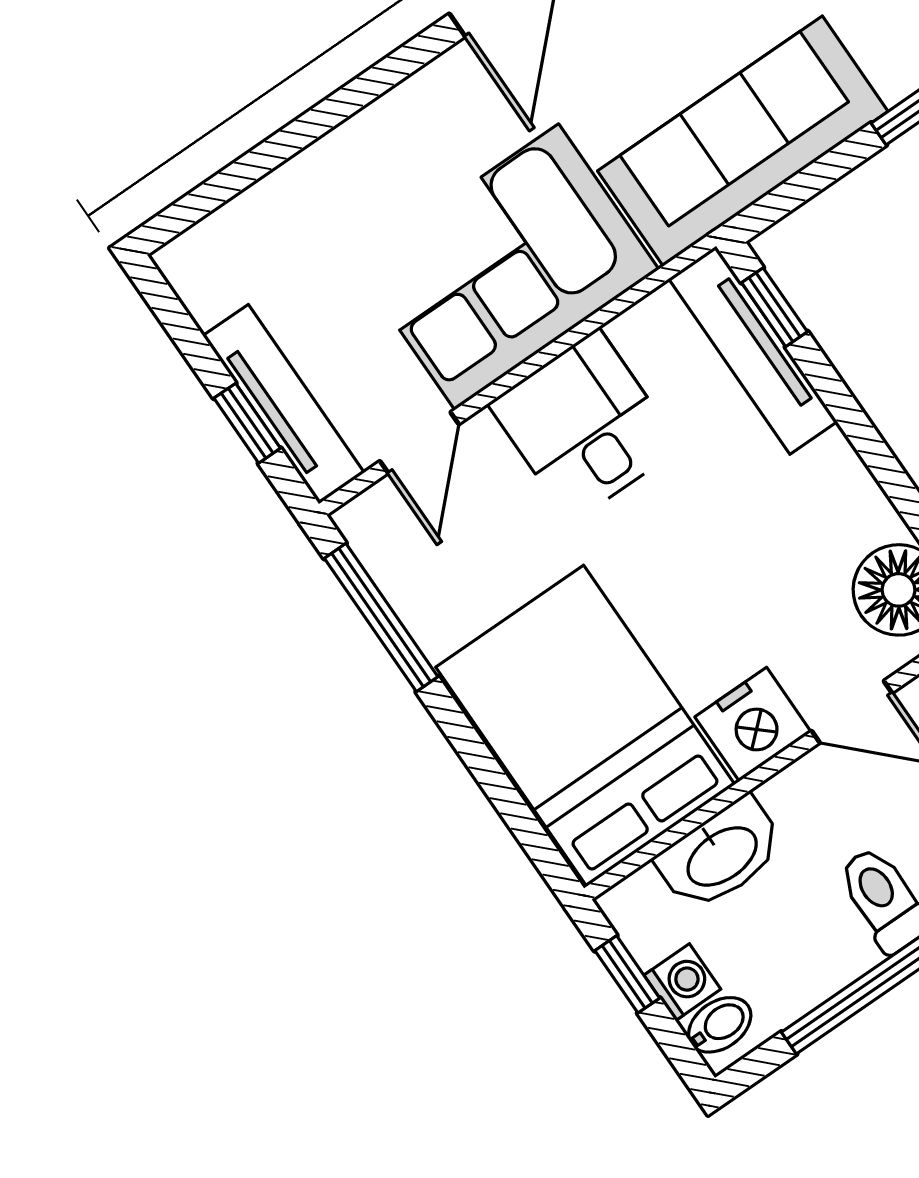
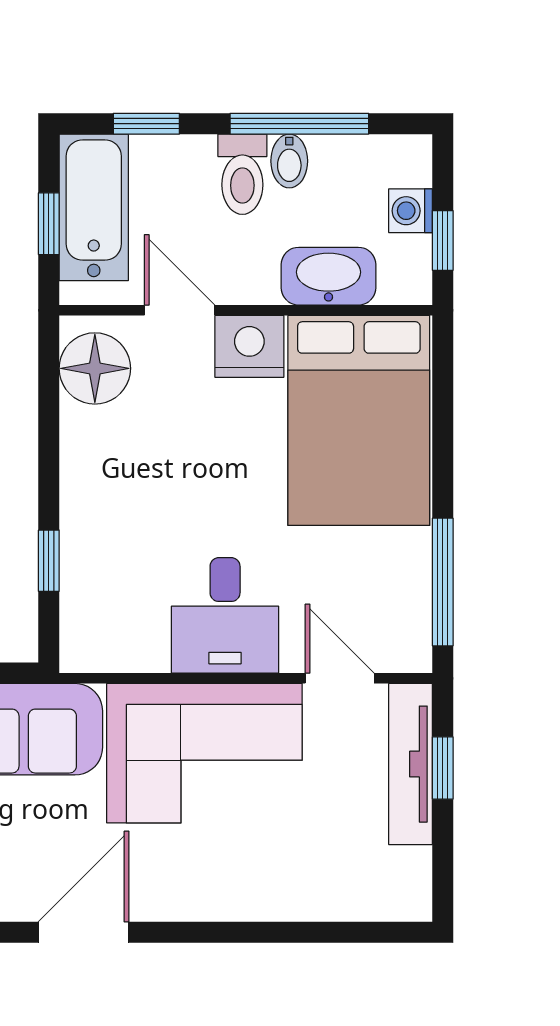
window: (774, 307) -> (49, 561), moved
tv unit: (753, 350) -> (82, 589), removed
door: (419, 443) -> (340, 678), hinge flipped
bidet: (720, 1025) -> (289, 161), moved, turned -90

